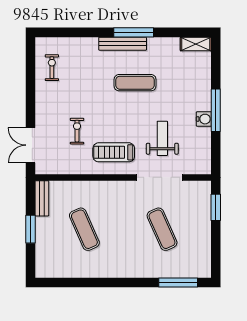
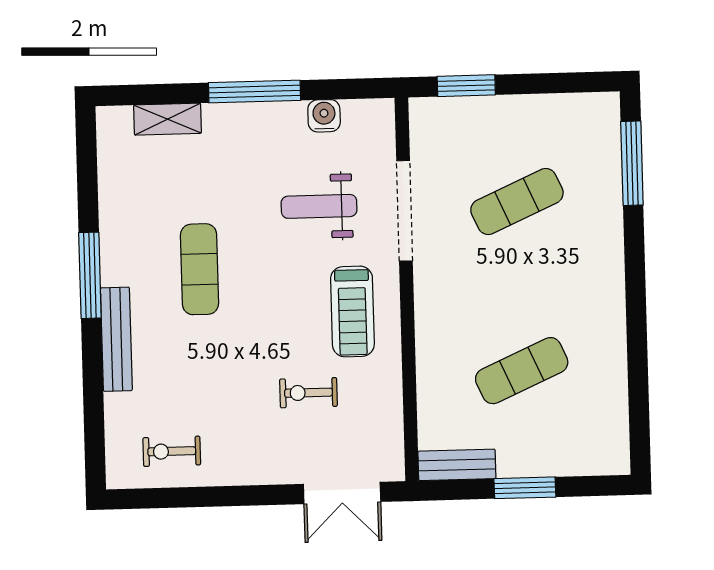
bench: (123, 44) -> (116, 339), moved
shelving: (196, 44) -> (168, 119), moved, turned 90
water cooler: (204, 119) -> (324, 116), moved

